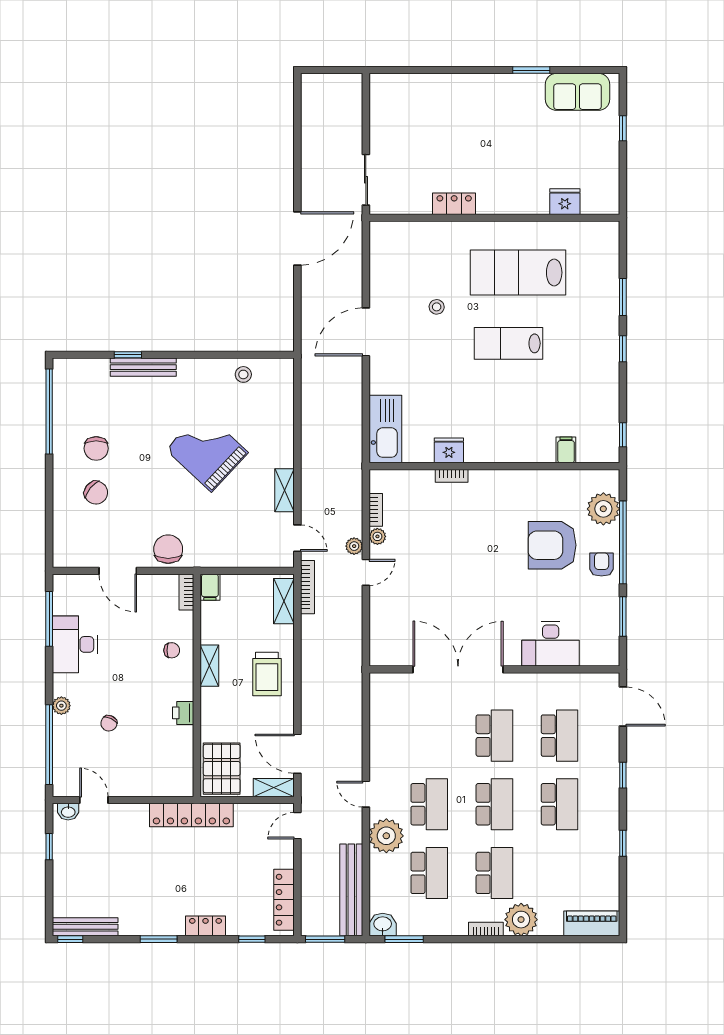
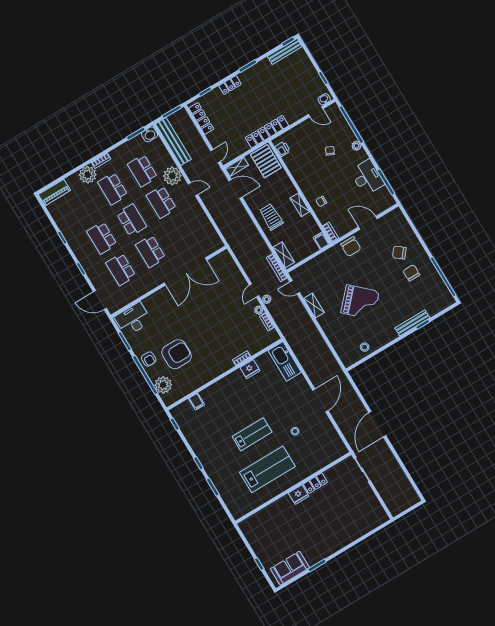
fridge: (565, 202) -> (299, 495), moved
desk: (551, 644) -> (133, 319), moved
printer: (183, 713) -> (283, 149), moved
school desk: (494, 804) -> (132, 220), turned 180

